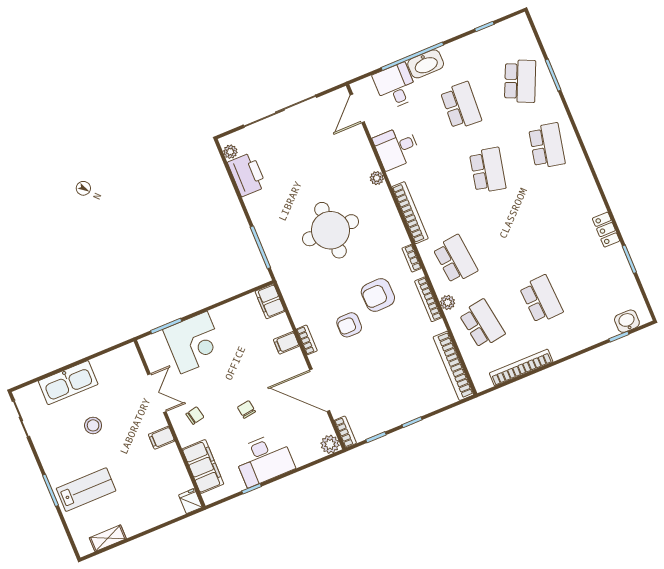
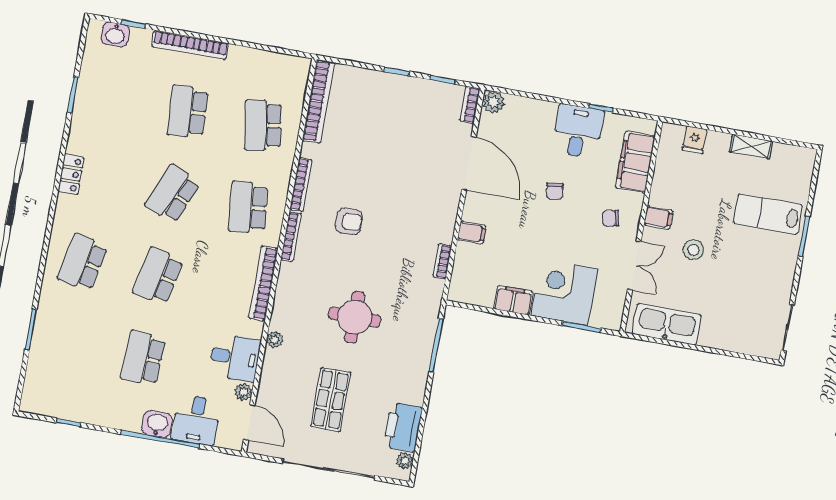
washbasin: (426, 64) -> (157, 424), width x0.72
school desk: (520, 81) -> (173, 194), moved
door: (357, 108) -> (249, 422), hinge flipped
shop shelf: (310, 161) -> (331, 400), added
round table: (331, 230) -> (355, 317), width x0.73, depth x0.73
locker: (606, 230) -> (71, 174), moved
bookcase: (412, 258) -> (291, 237), width x1.56
armchair: (378, 295) -> (349, 221), width x0.72, depth x0.72
filing cabinet: (270, 301) -> (513, 300), moved, turned -90
plant: (448, 302) -> (243, 392), moved
armchair: (349, 325) -> (397, 210), removed
bookcase: (307, 340) -> (442, 261), moved
bookcase: (521, 367) -> (190, 45), moved
kitchen sink: (68, 383) -> (667, 324), moved
double door: (157, 393) -> (634, 265), swing flipped
stool: (93, 425) -> (693, 250), moved
desk: (264, 459) -> (578, 131), width x0.73
fridge: (190, 501) -> (695, 140), moved
shelving: (108, 538) -> (751, 146), moved

